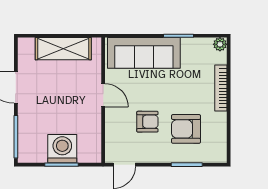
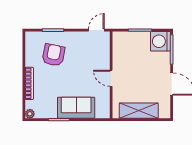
sofa: (144, 53) -> (76, 108), width x0.73
armchair: (147, 122) -> (80, 60), removed
armchair: (186, 129) -> (53, 55), turned -79
washing machine: (62, 149) -> (161, 41), moved, turned 90

